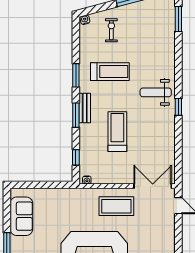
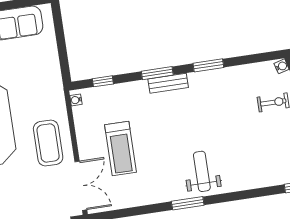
treadmill: (110, 72) -> (220, 109), removed
window: (178, 107) -> (188, 203), width x1.50
treadmill: (117, 132) -> (120, 148), moved, turned 90

